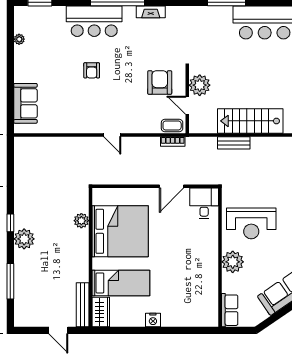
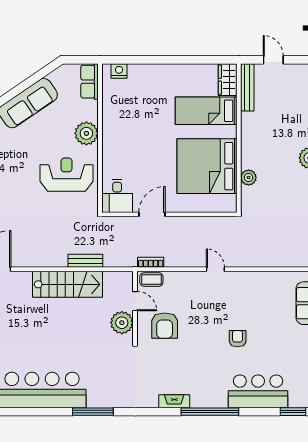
bar counter: (94, 21) -> (258, 391), moved
nightstand: (153, 320) -> (119, 71), moved

